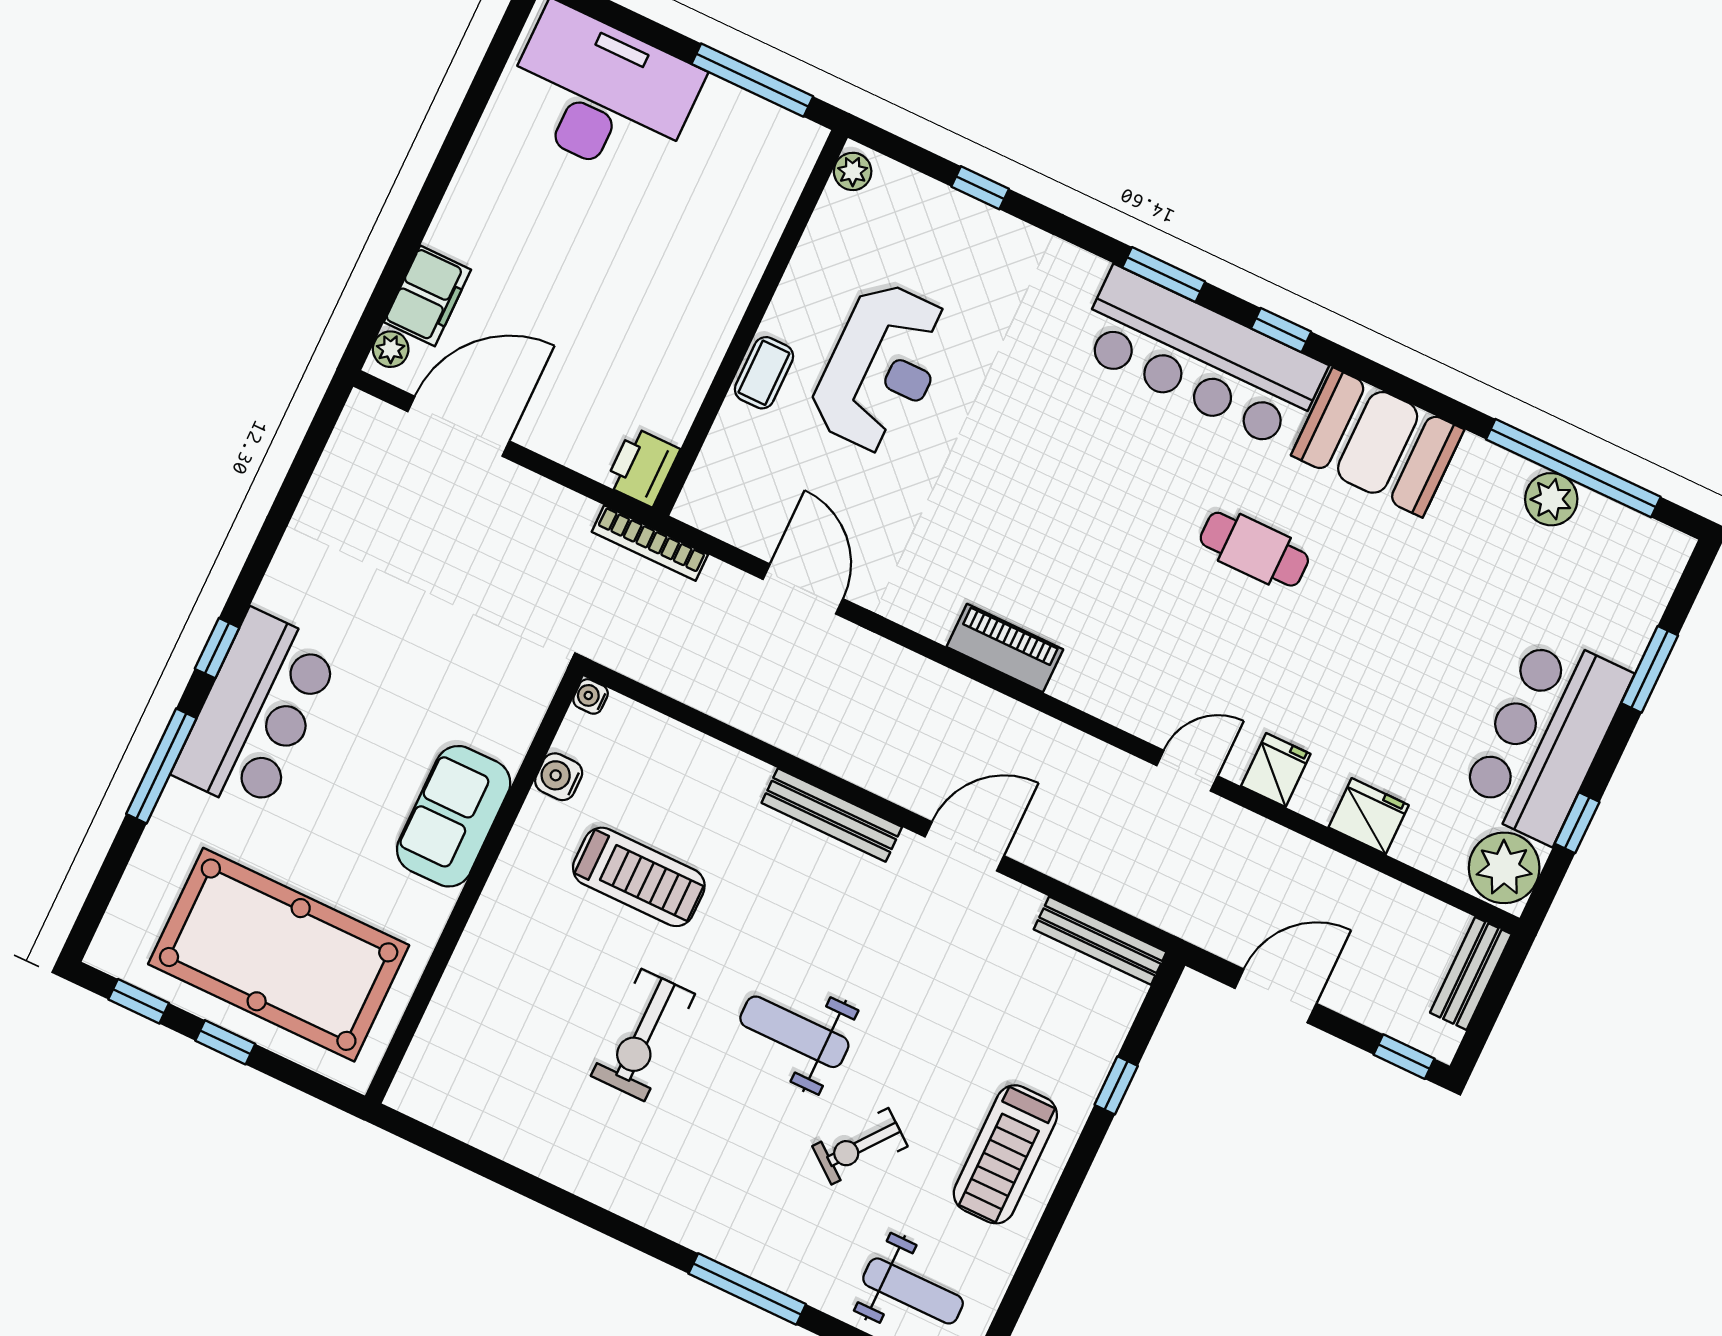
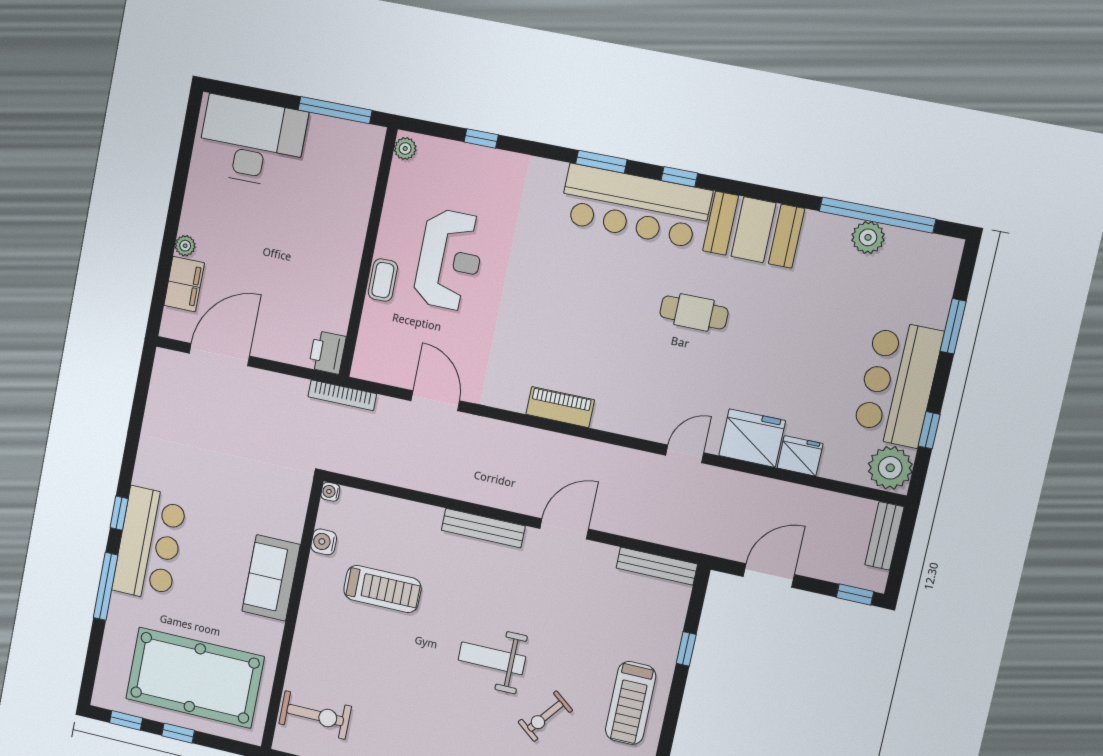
plant: (391, 349) -> (185, 246), moved
fridge: (1276, 770) -> (752, 438), width x1.88, depth x1.34
exercise bike: (643, 1035) -> (315, 715), moved, turned -90

